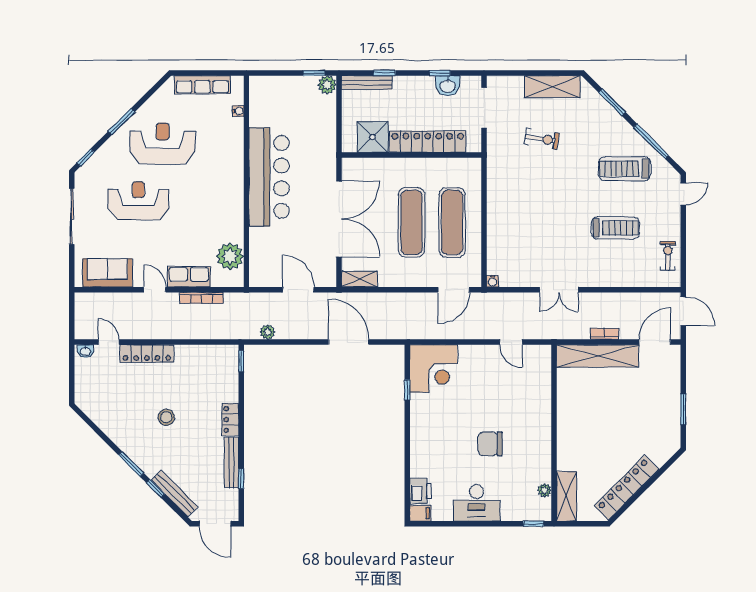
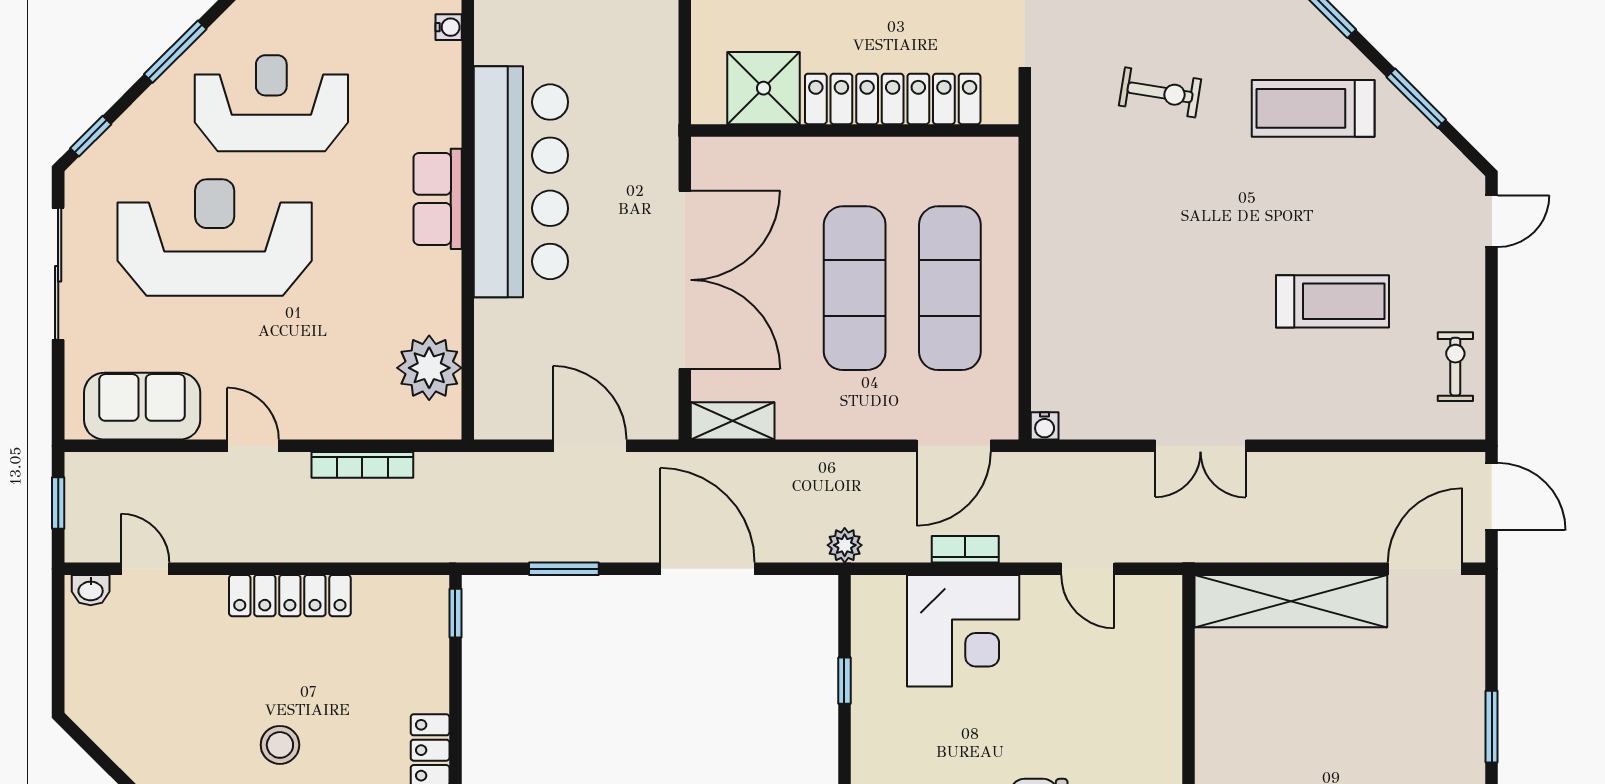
window: (651, 141) -> (1416, 98), width x0.69
treadmill: (625, 169) -> (1313, 108), moved
reception desk: (138, 201) -> (215, 237), width x1.36, depth x1.30
row of seats: (189, 277) -> (438, 199), moved, turned -90
window: (72, 314) -> (58, 503), added
plant: (268, 332) -> (845, 545), moved
bookcase: (605, 334) -> (965, 549), moved
window: (287, 342) -> (564, 569), added
locker: (147, 354) -> (290, 596), moved
corner desk: (434, 369) -> (963, 631), moved

